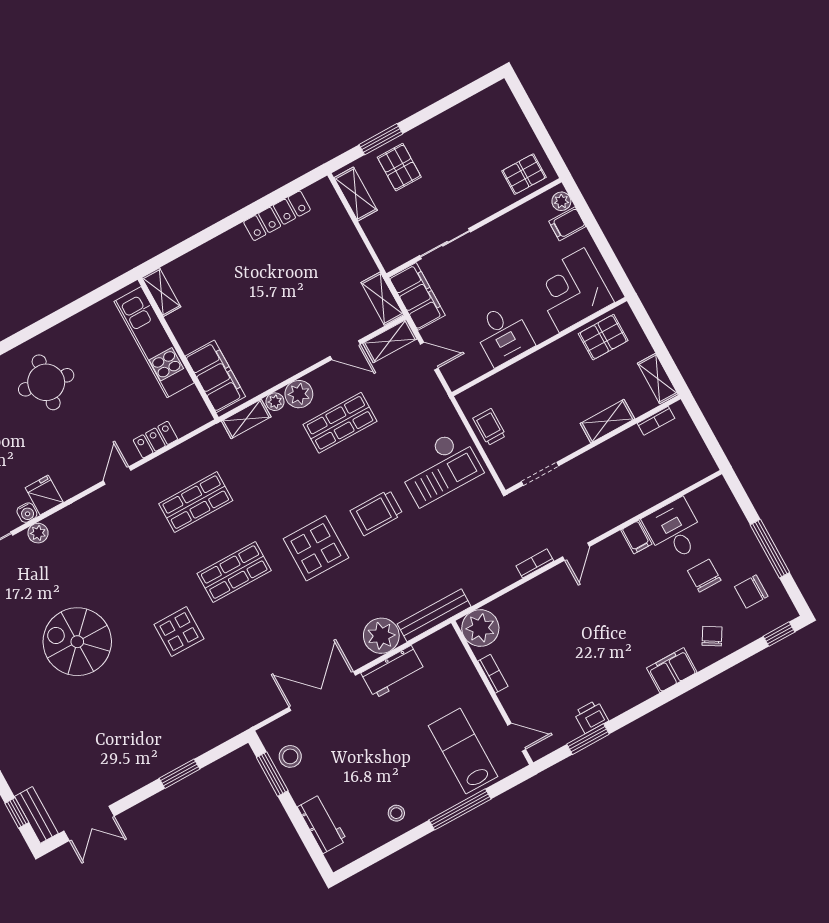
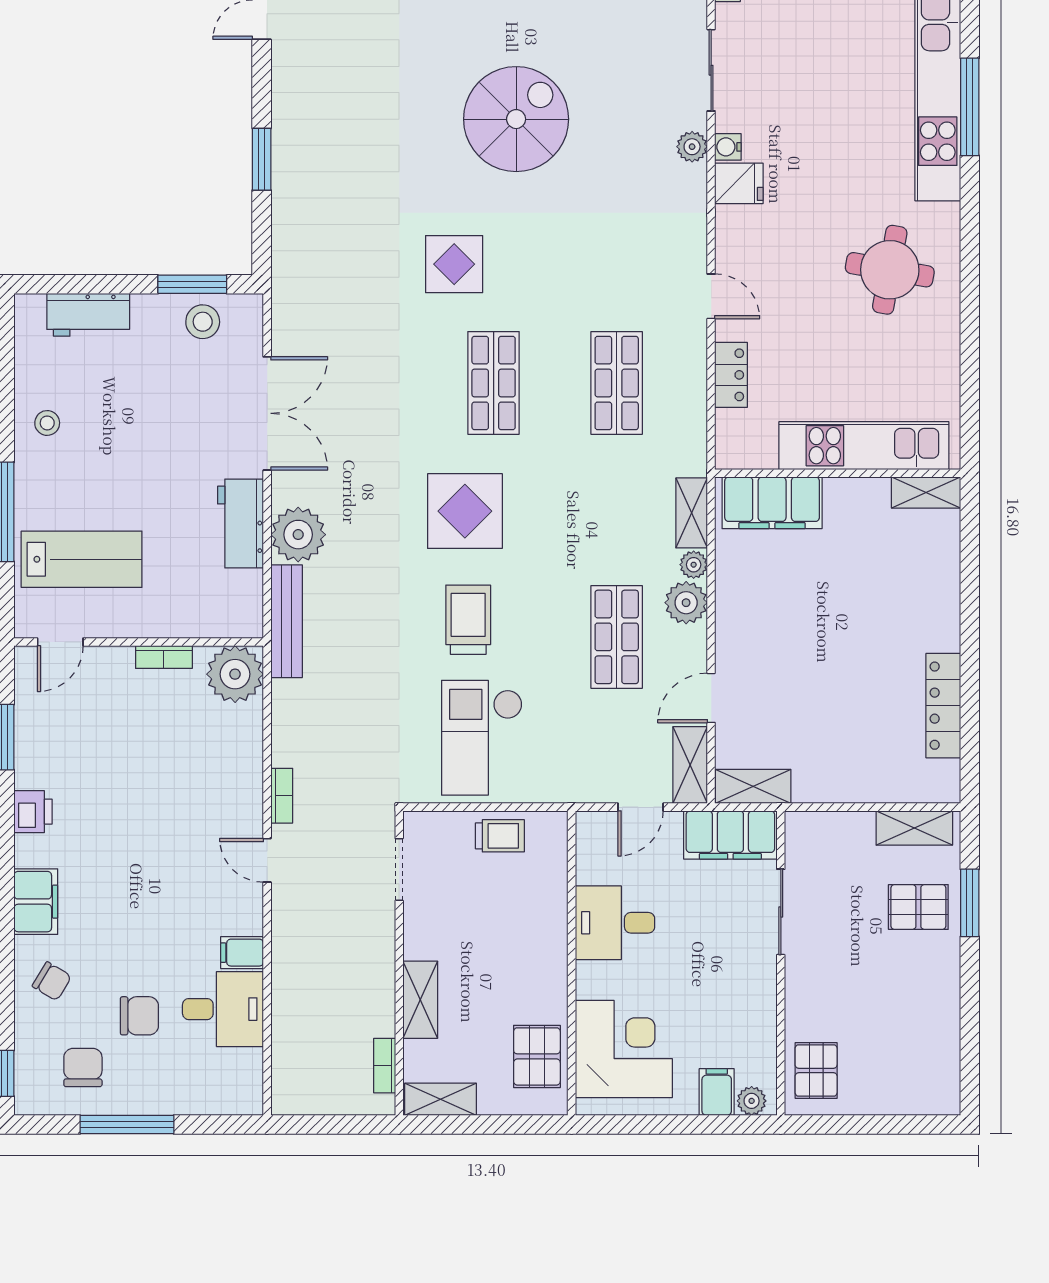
printer: (591, 717) -> (33, 812), moved

